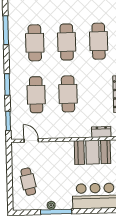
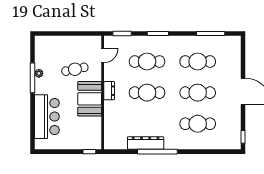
dresser: (101, 132) -> (109, 91), moved
booth: (92, 152) -> (90, 99), moved
cafe table: (28, 182) -> (75, 69), moved

